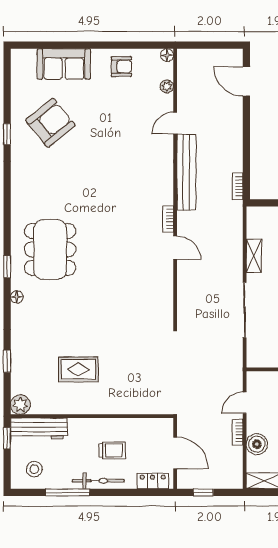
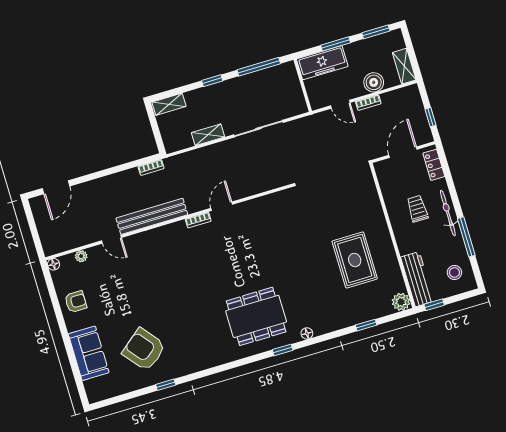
armchair: (121, 67) -> (76, 302), turned 90
rug: (78, 369) -> (355, 260), width x1.36, depth x1.43

